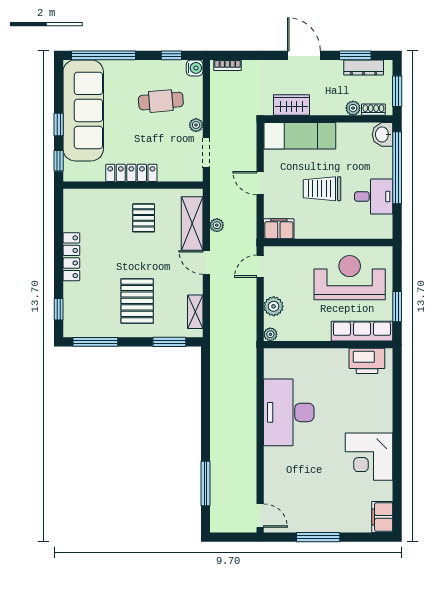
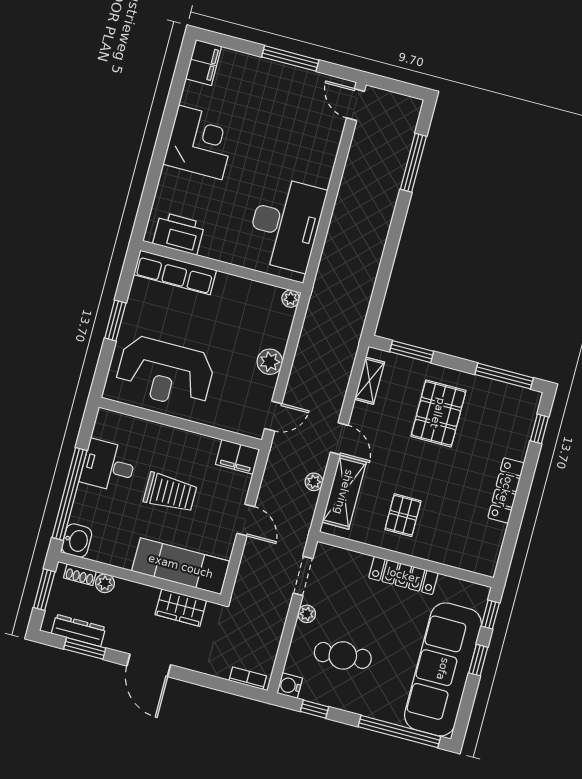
row of seats: (362, 331) -> (175, 272), moved
plant: (270, 334) -> (291, 299), moved
wall: (328, 345) -> (222, 267), moved
printer: (367, 361) -> (179, 233), moved

